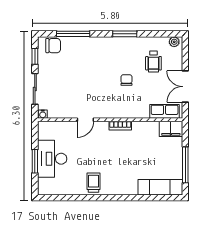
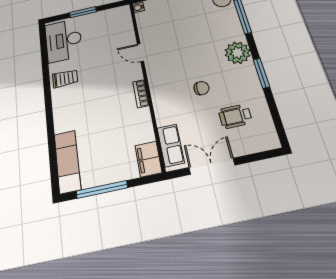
plant: (174, 42) -> (237, 53), moved, width x1.87, depth x1.87
desk: (52, 159) -> (64, 40), moved, turned -90

